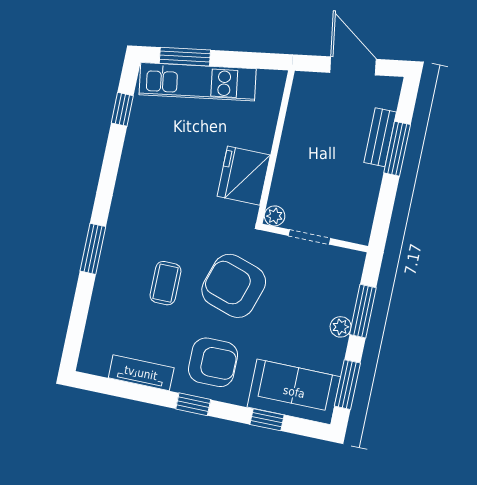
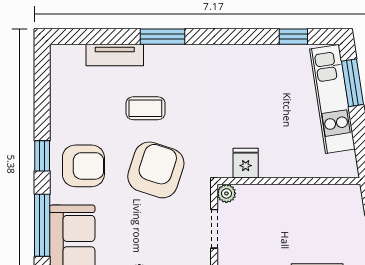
fridge: (244, 176) -> (246, 163), width x0.53, depth x0.75
armchair: (213, 362) -> (83, 166), turned -90
tv unit: (141, 373) -> (115, 55), moved, turned 90
window: (267, 420) -> (42, 225), width x2.17

